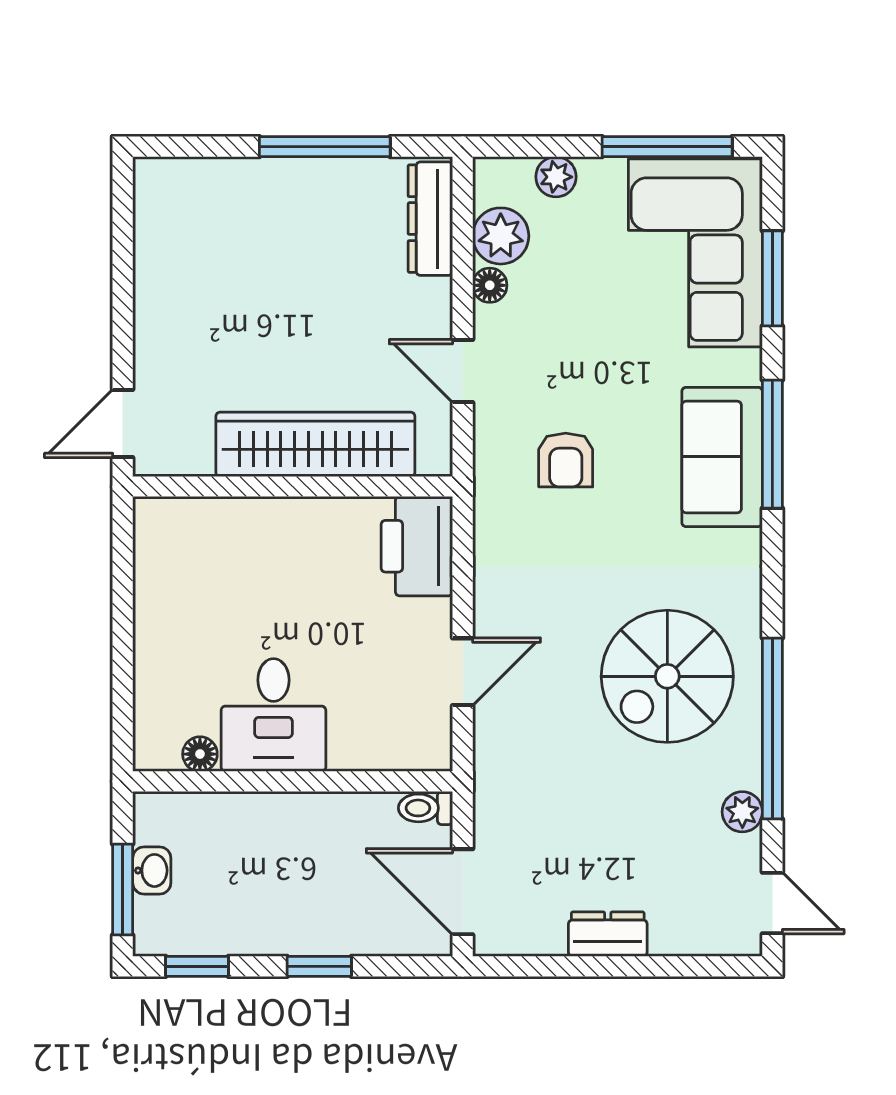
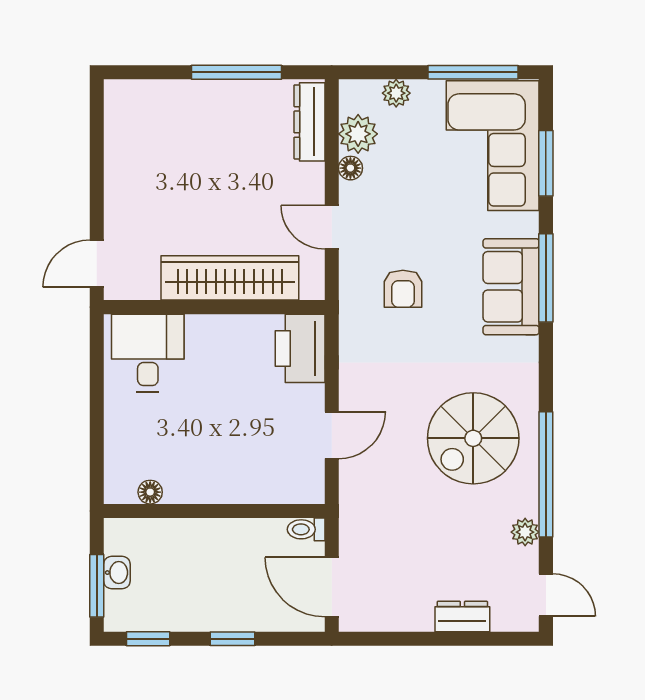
desk: (273, 715) -> (148, 353), moved, turned 180
dresser: (608, 934) -> (462, 617), moved

